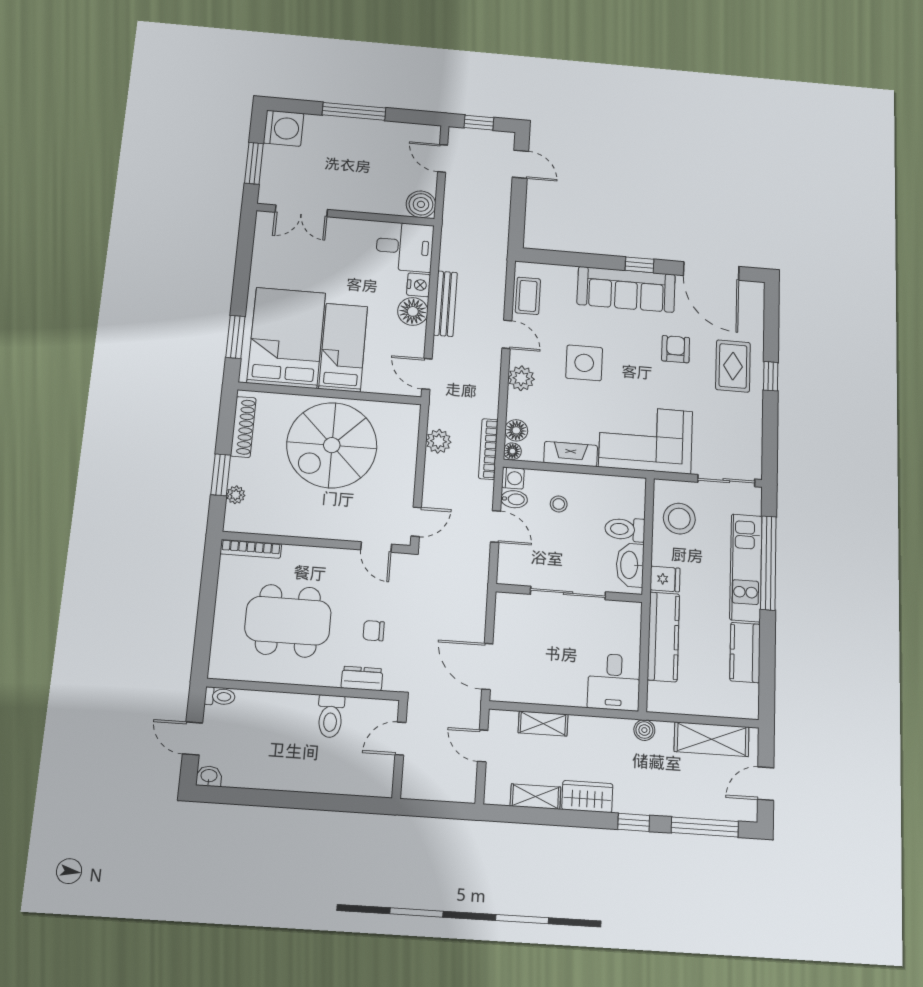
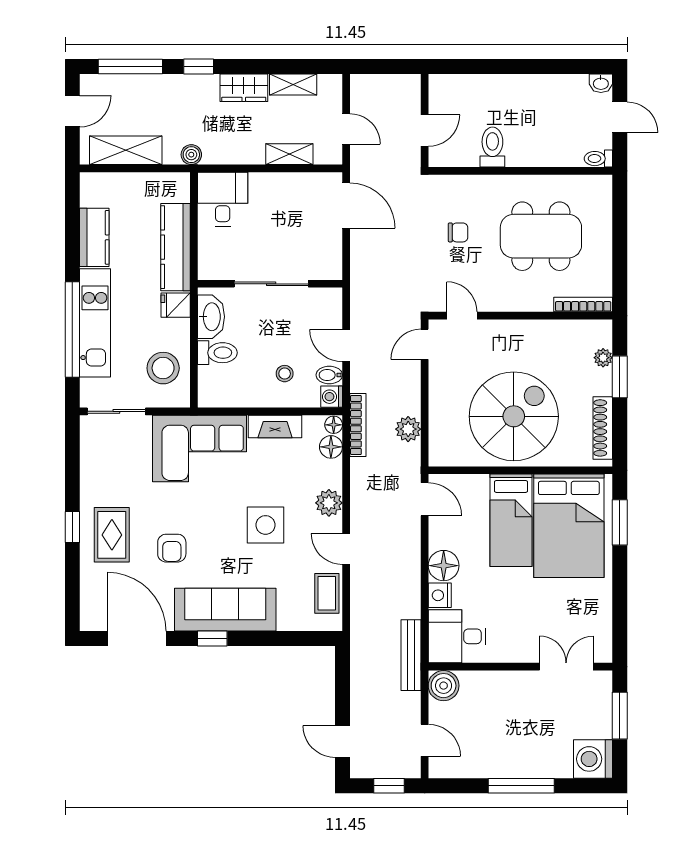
bench: (445, 304) -> (411, 655), moved
dresser: (362, 678) -> (466, 185), removed

